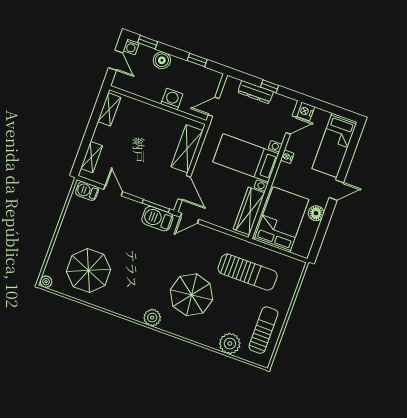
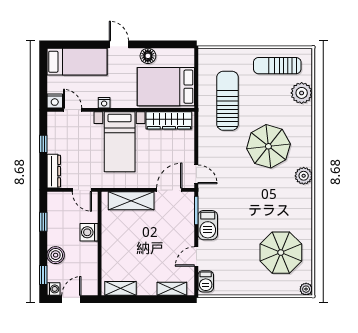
dresser: (255, 92) -> (54, 171), moved
barbecue: (157, 219) -> (208, 225), moved

